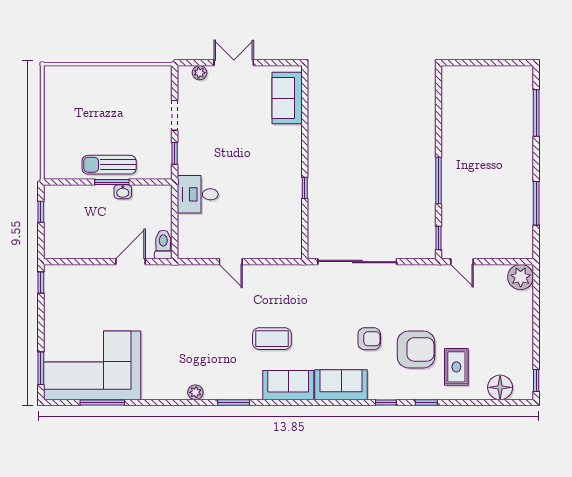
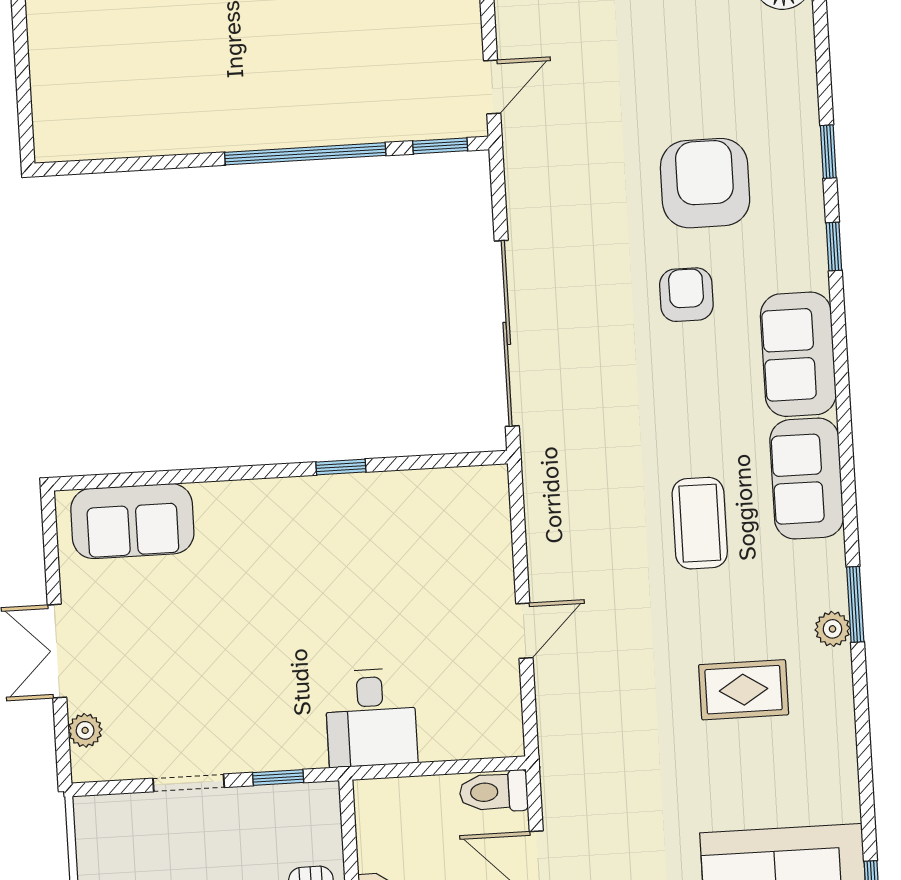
window: (438, 181) -> (305, 154), width x1.46
rug: (456, 367) -> (744, 690), moved
plant: (195, 392) -> (832, 629), moved

